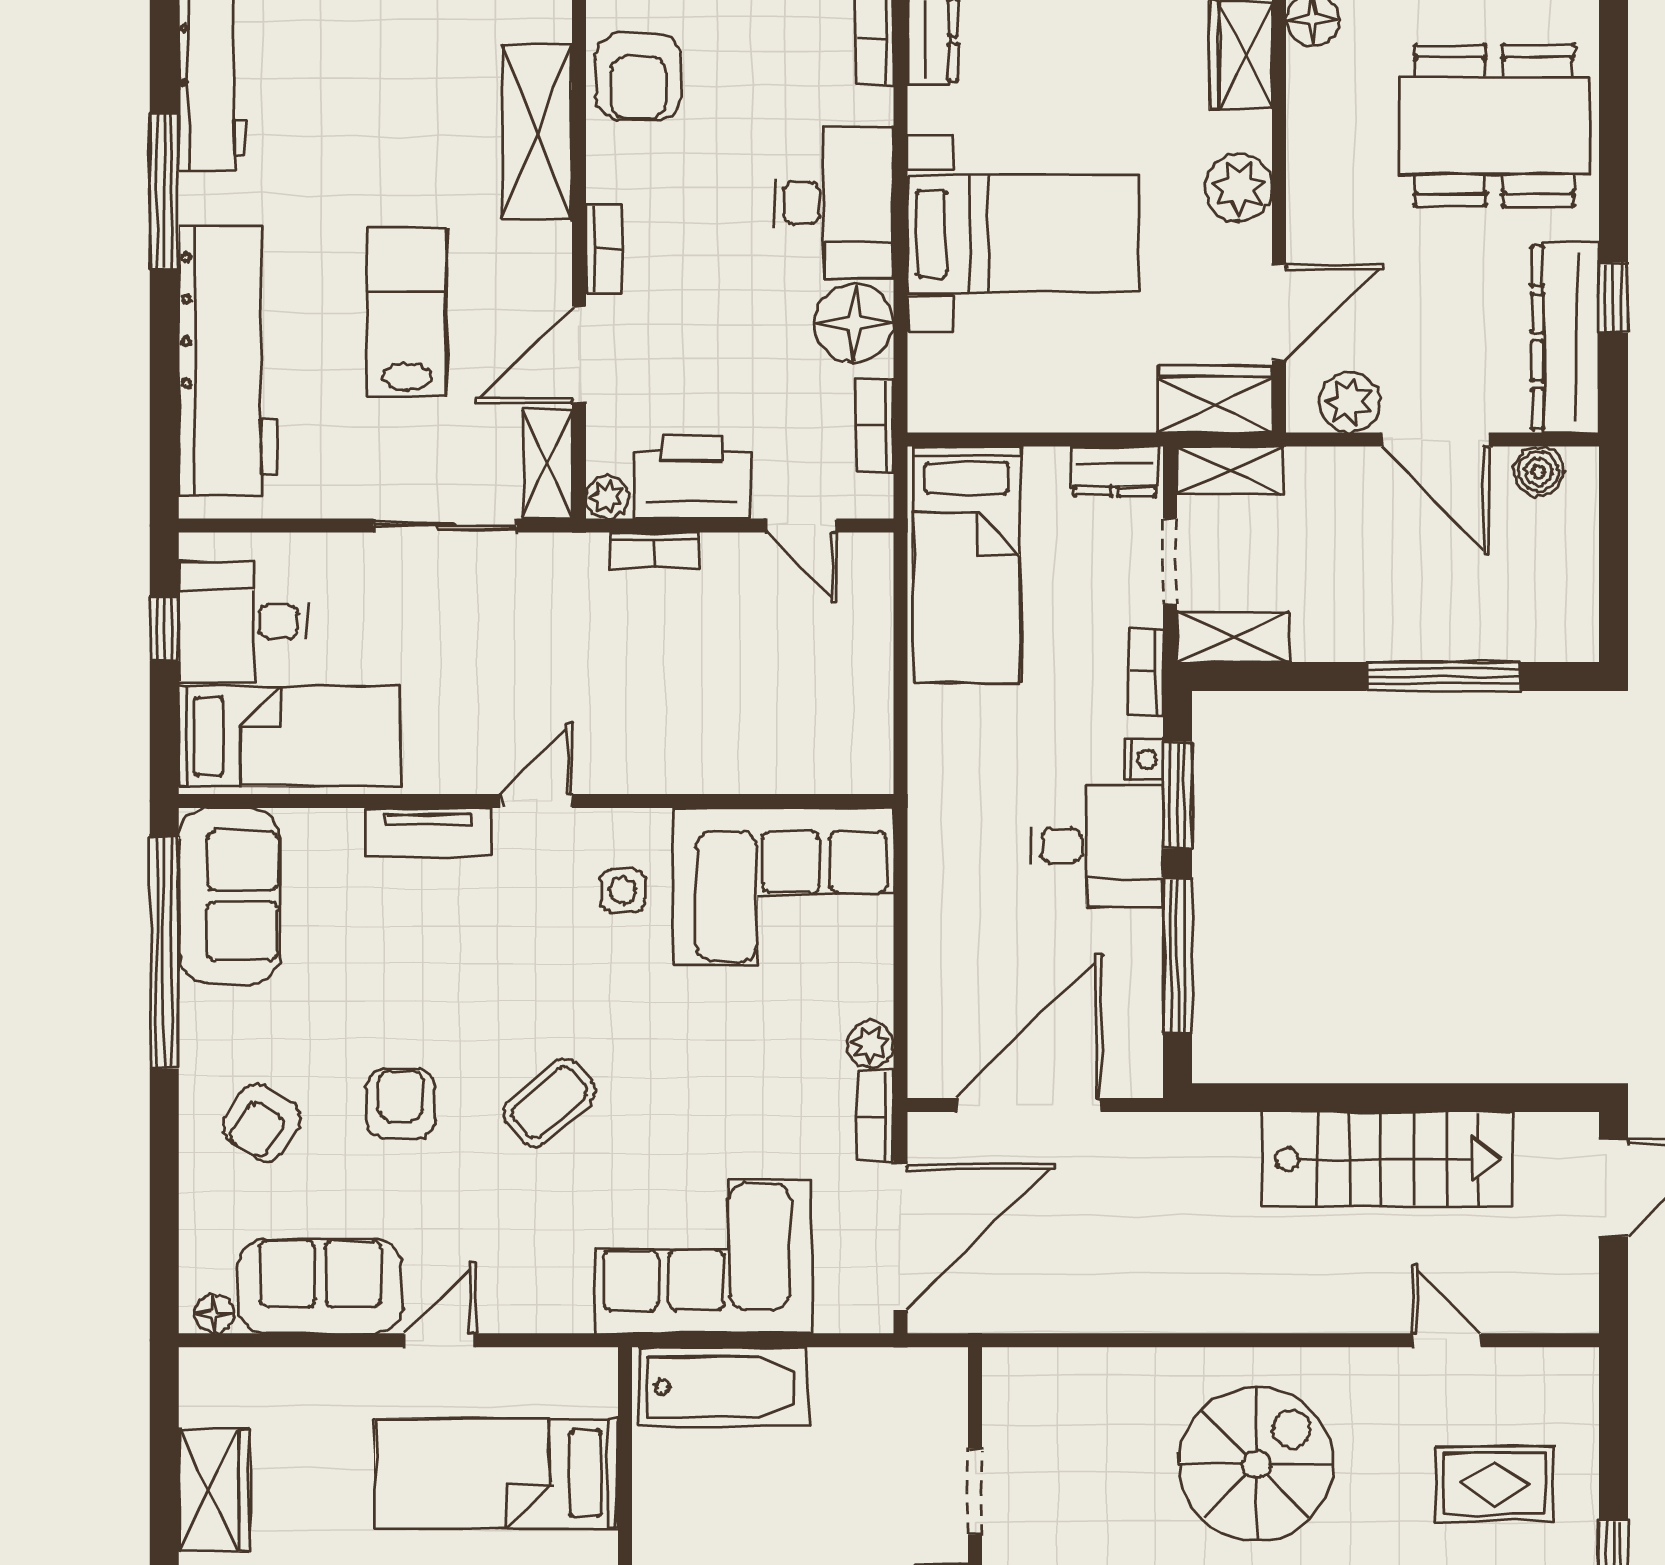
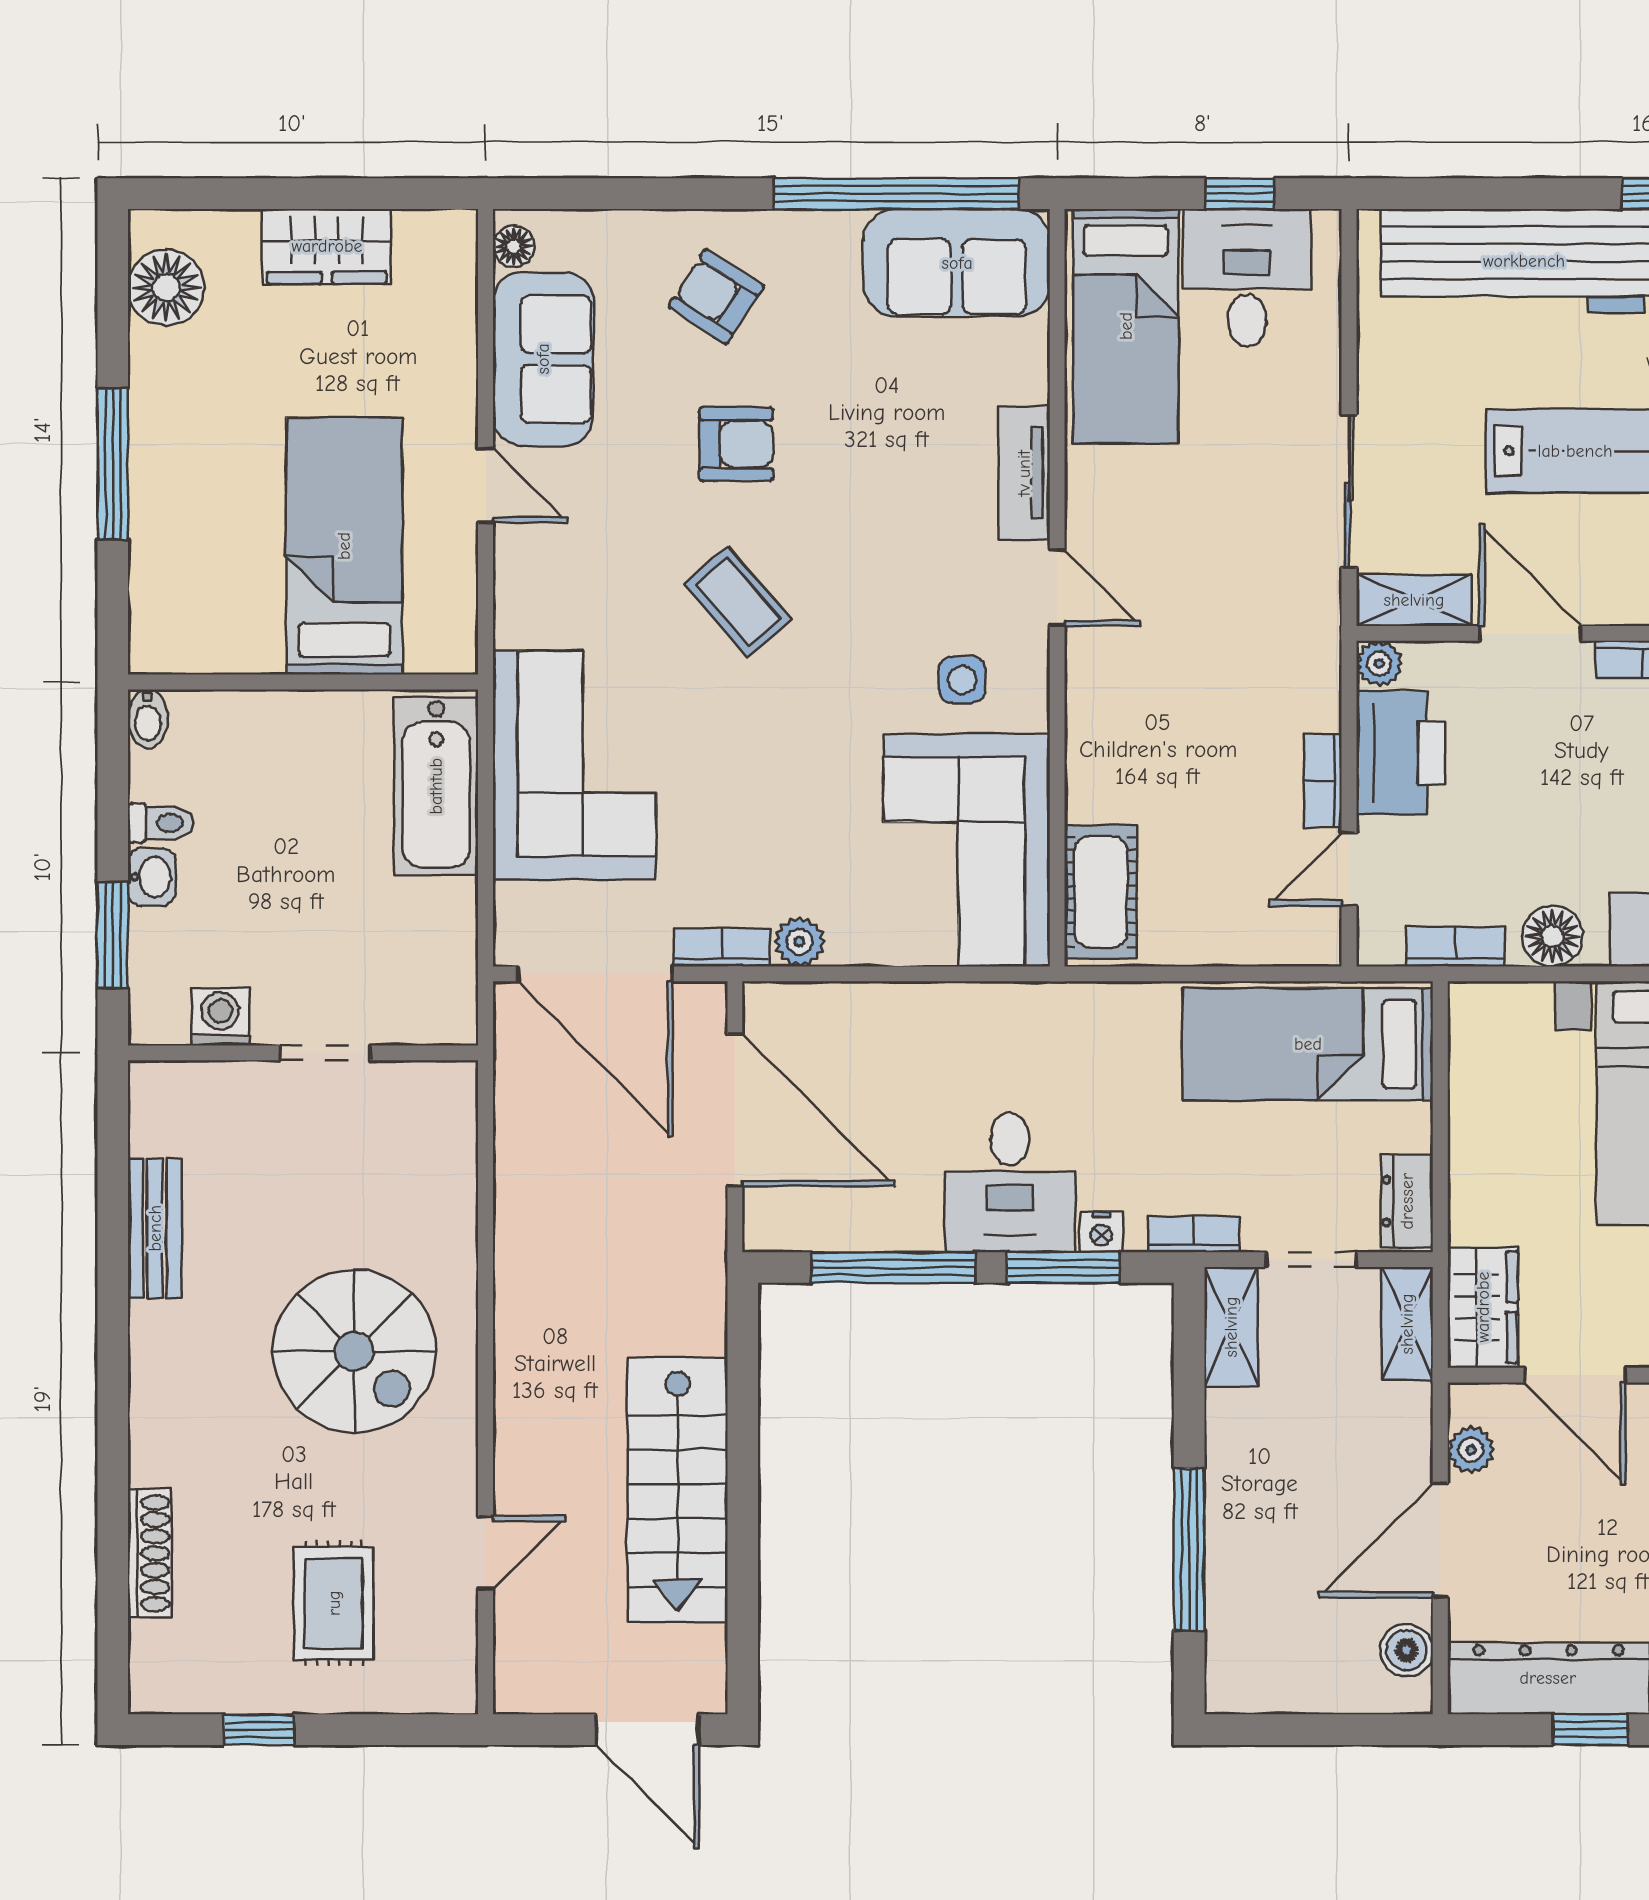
floor lamp: (854, 323) -> (1552, 936), width x0.73, depth x0.73
plant: (1350, 402) -> (1471, 1450), width x0.73, depth x0.73
bookcase: (654, 550) -> (1323, 781), moved
cot: (823, 760) -> (1101, 892), added

